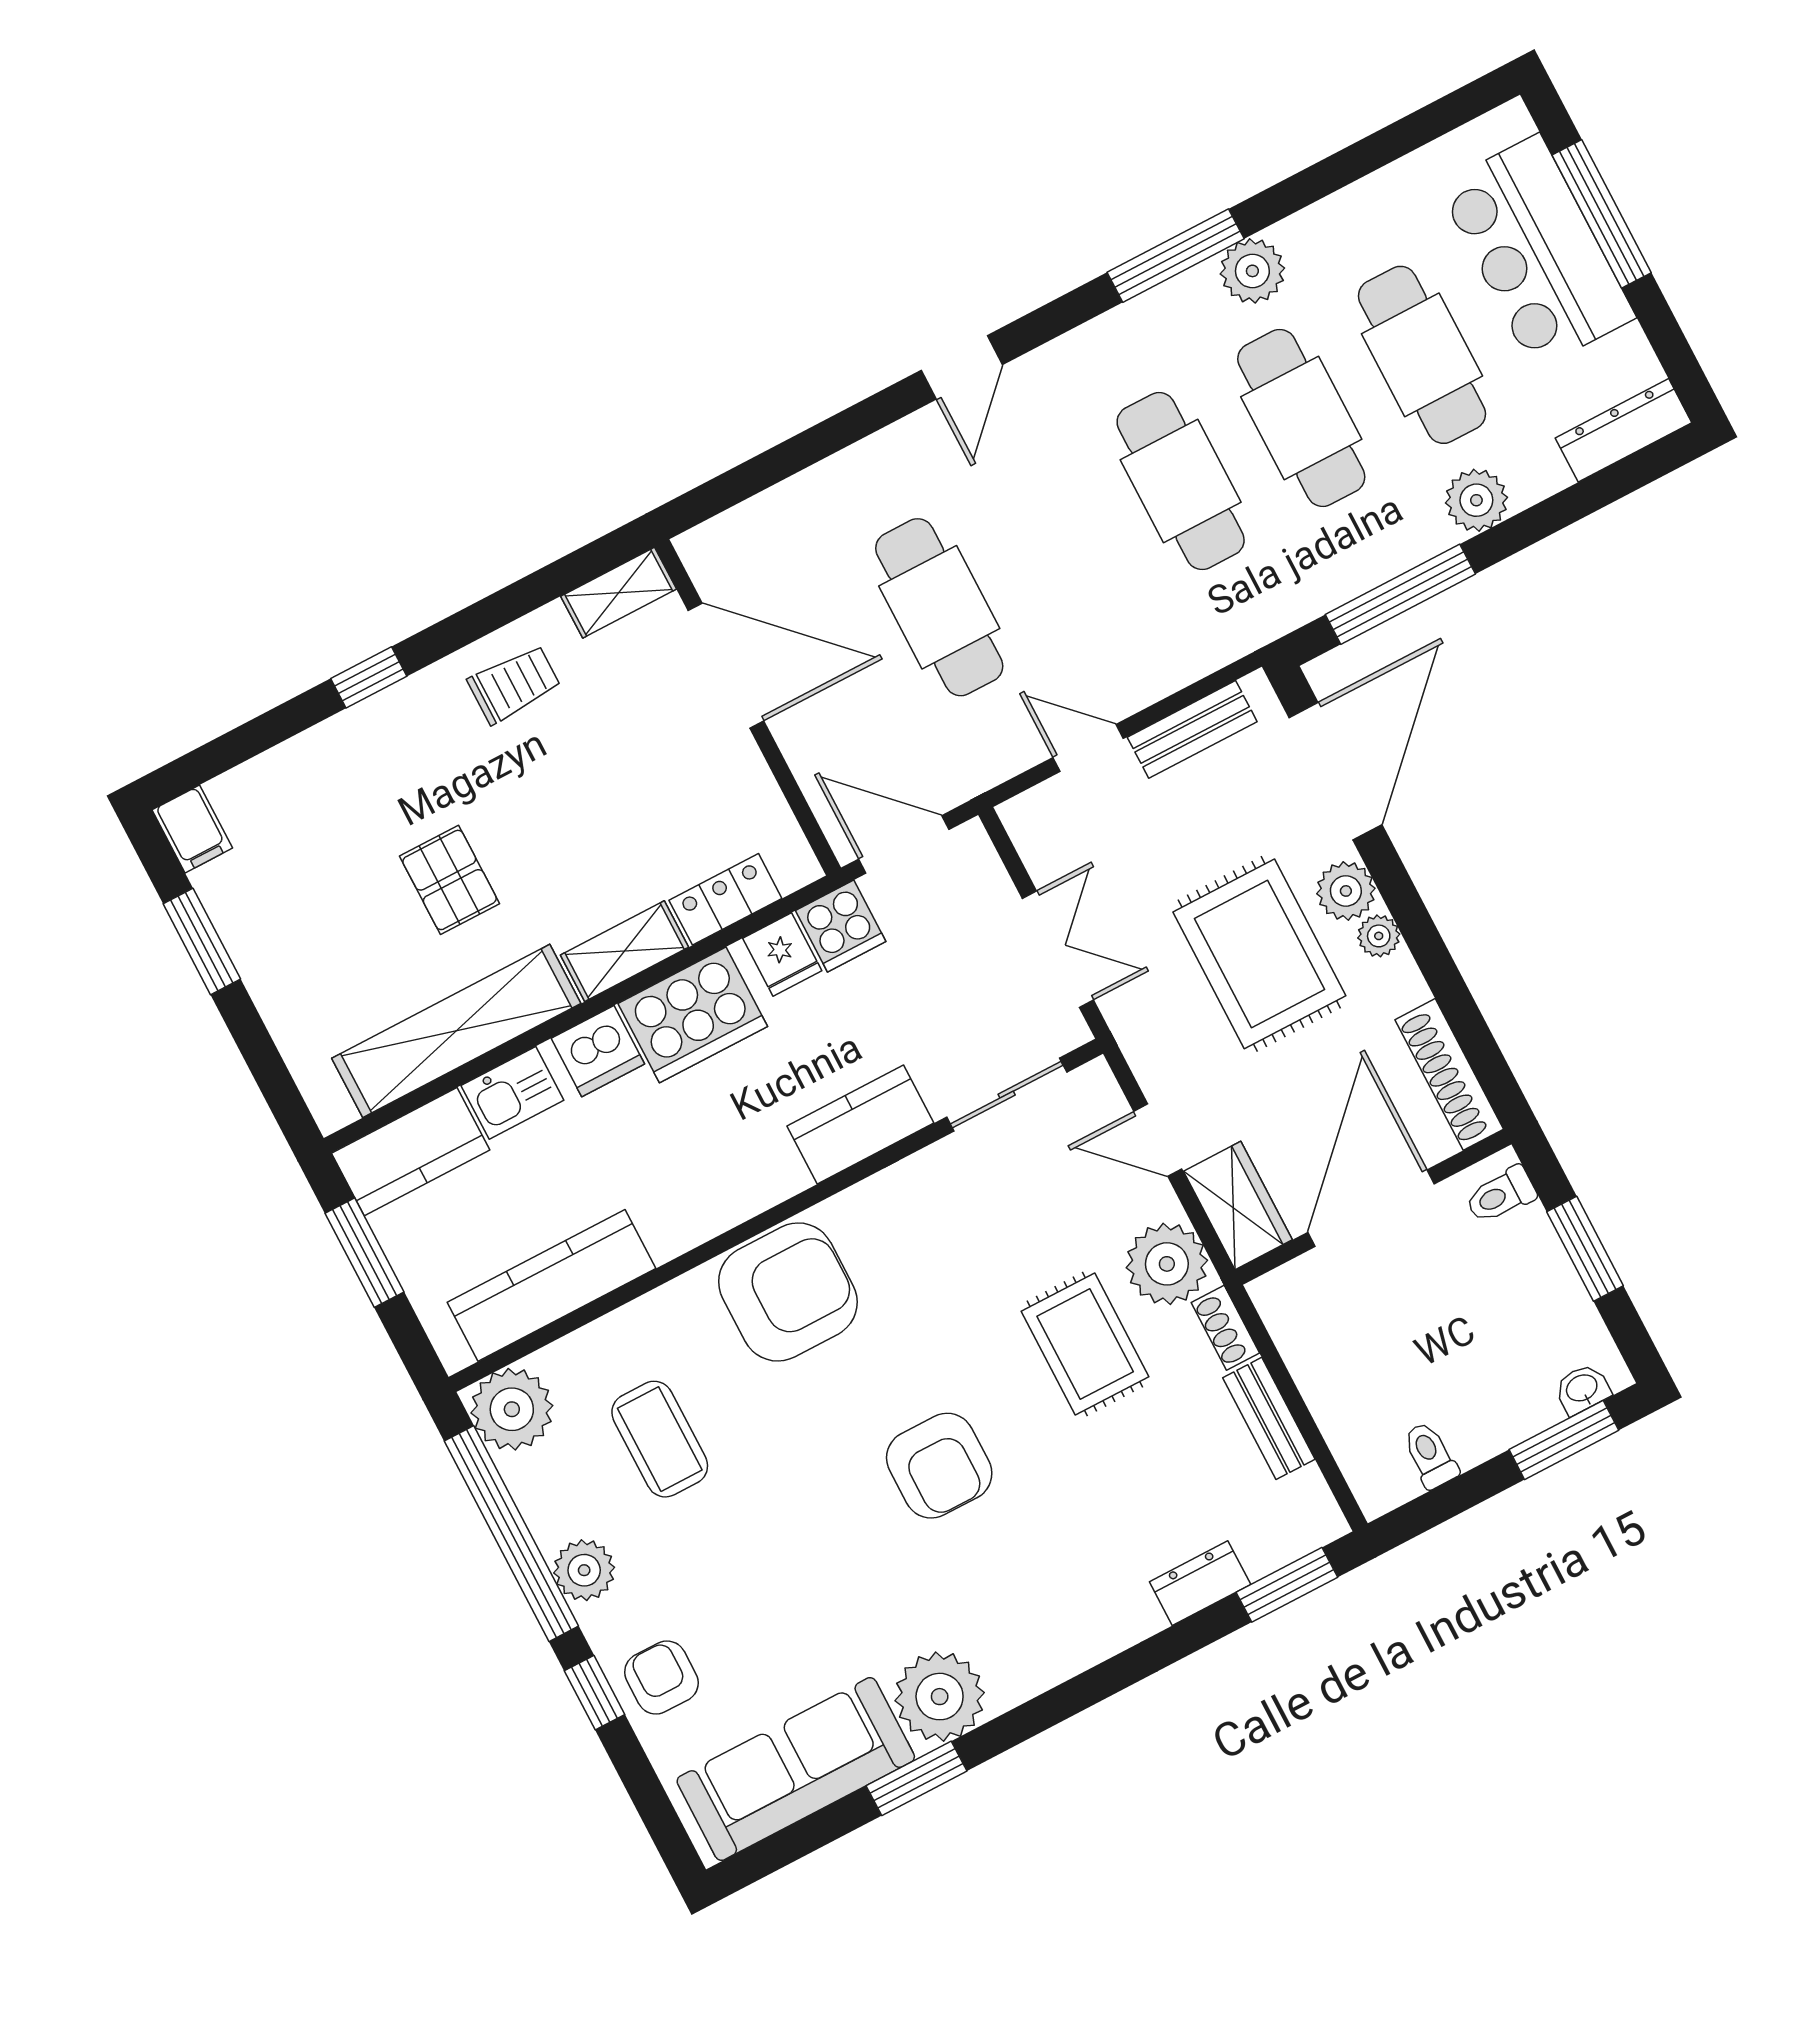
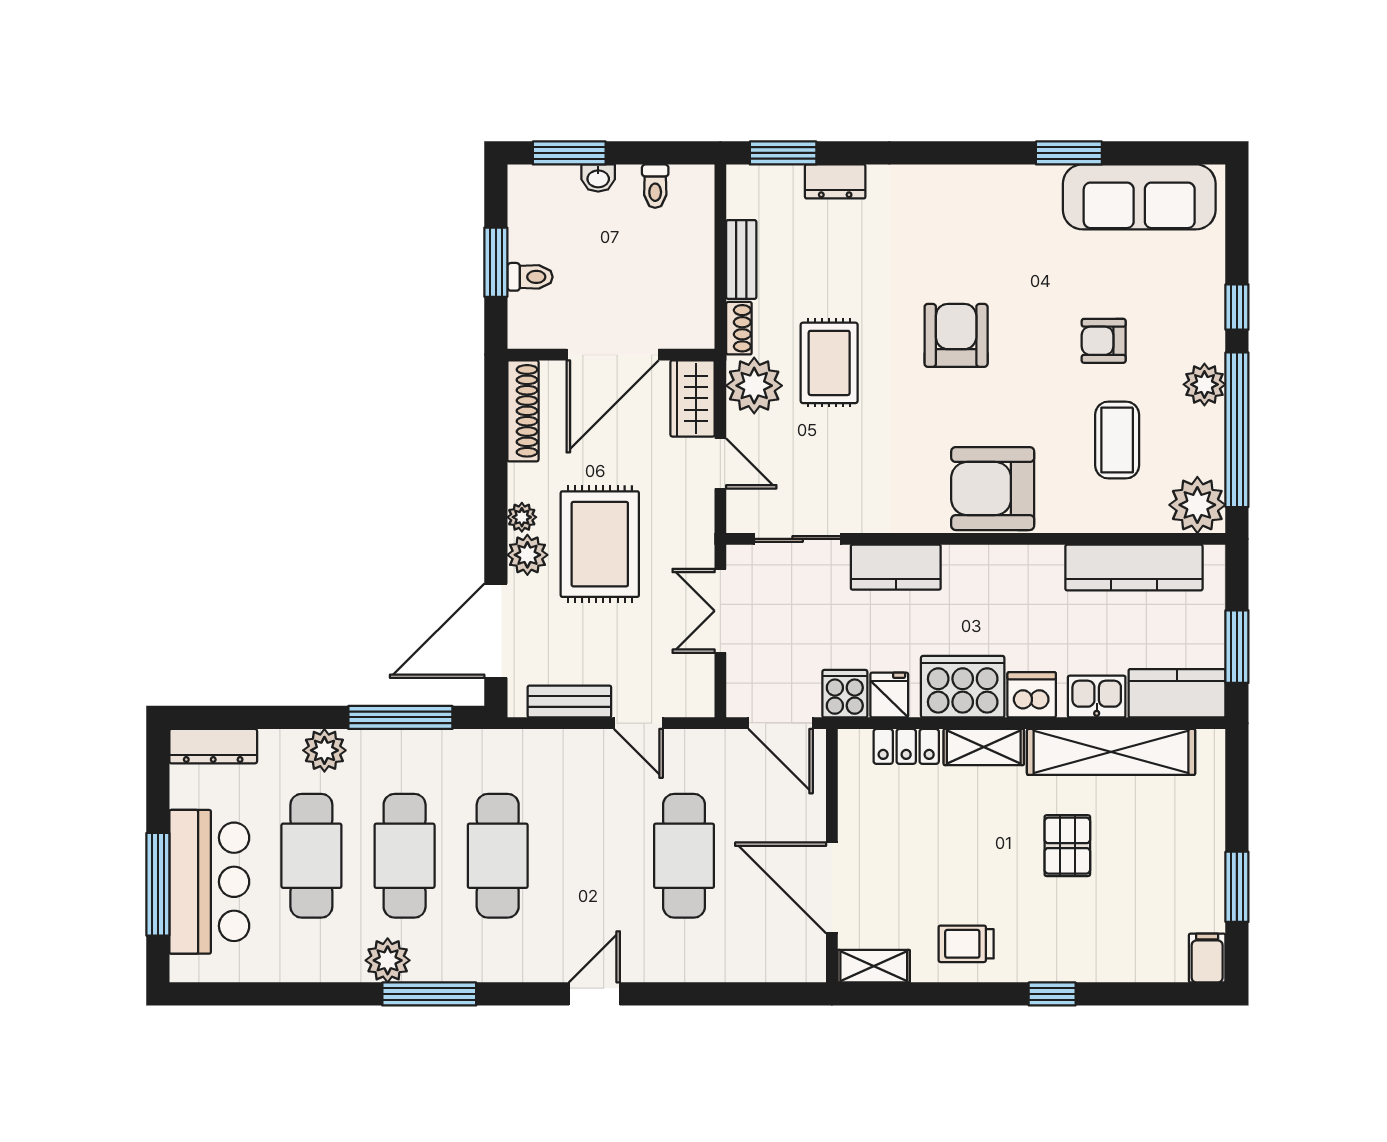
toilet: (1501, 1195) -> (530, 277), moved
washbasin: (1582, 1389) -> (598, 178), moved
armchair: (661, 1678) -> (1104, 341), moved, turned 90
plant: (940, 1697) -> (1029, 195), removed

